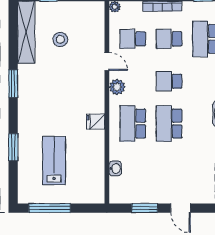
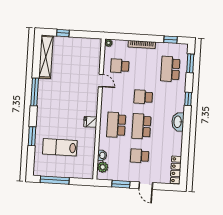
stool: (60, 39) -> (69, 63), removed
school desk: (169, 39) -> (140, 156), moved
window: (13, 84) -> (35, 92), width x1.44
plant: (117, 87) -> (103, 167), moved
lab bench: (54, 161) -> (60, 147), turned -90

